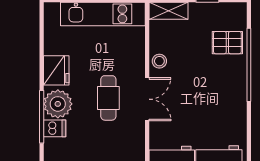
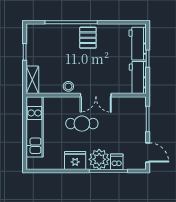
pallet: (227, 43) -> (88, 38), moved
cafe table: (108, 98) -> (82, 124), moved
double door: (147, 99) -> (96, 95), swing flipped

